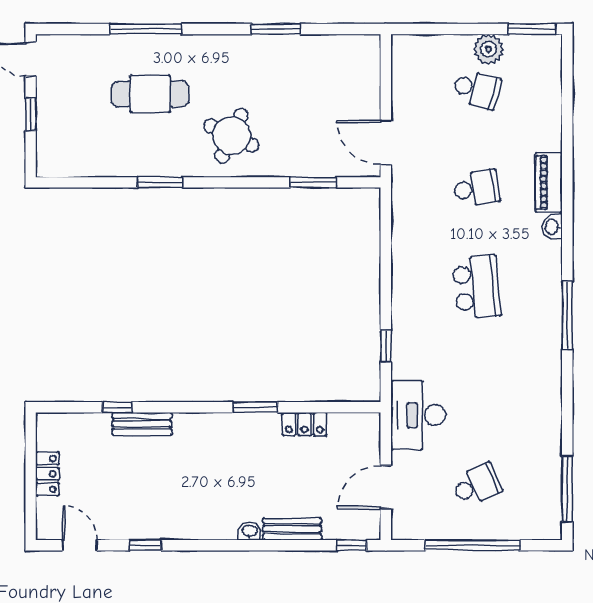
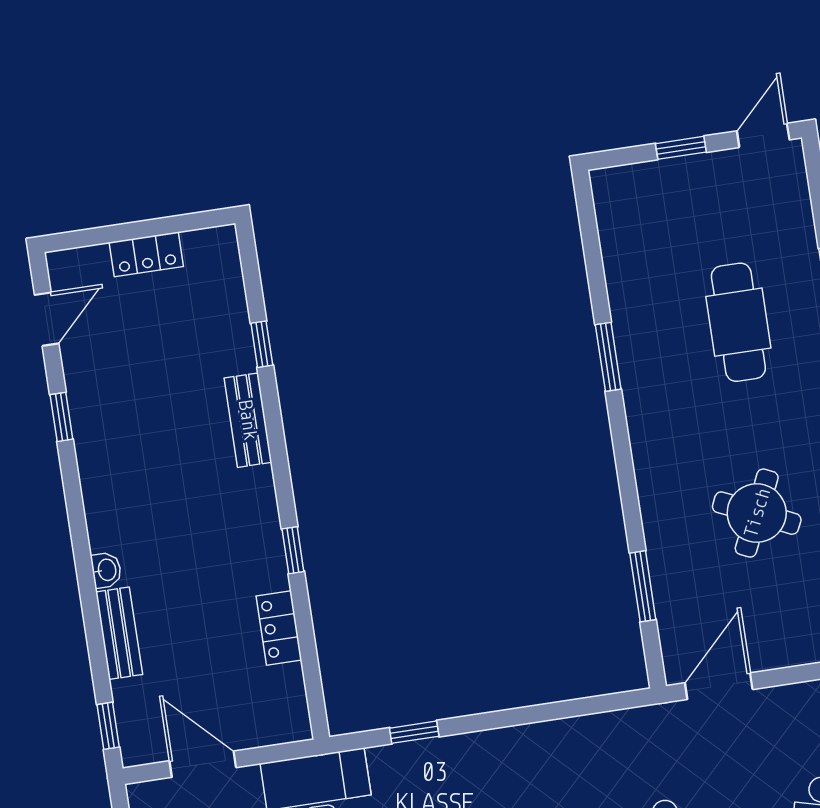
round table: (232, 136) -> (757, 513), moved
window: (255, 407) -> (293, 550), width x0.67
bench: (142, 424) -> (248, 420), moved

